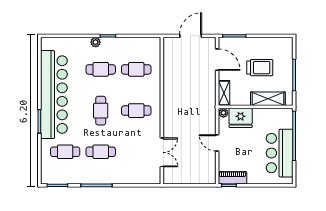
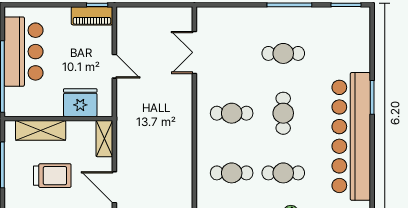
trolley: (260, 68) -> (52, 176), turned 180
plant: (223, 113) -> (105, 110), removed
cafe table: (65, 152) -> (335, 53), removed

